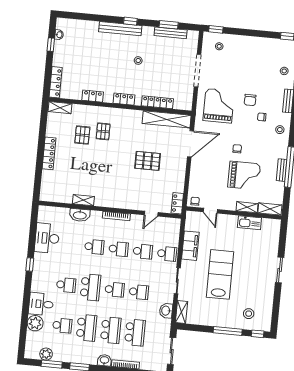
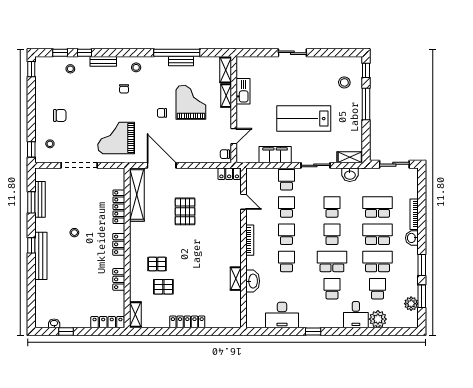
chair: (250, 100) -> (60, 115), moved

